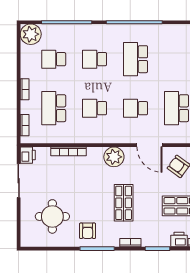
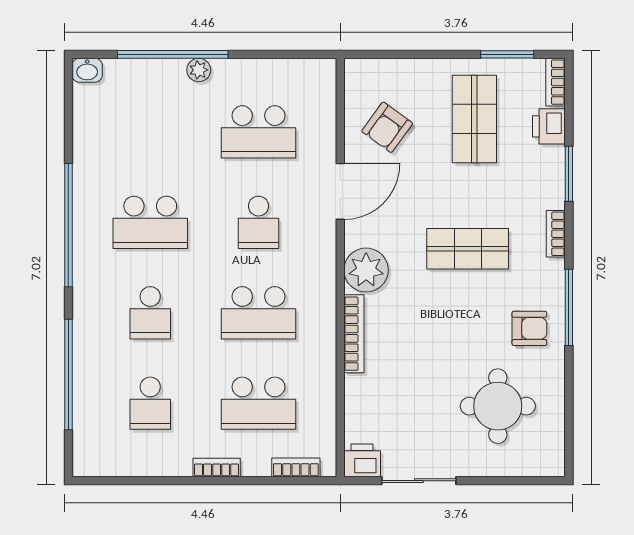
plant: (31, 34) -> (95, 454), removed
school desk: (95, 108) -> (259, 313), width x1.85
bookcase: (68, 151) -> (354, 334), moved

